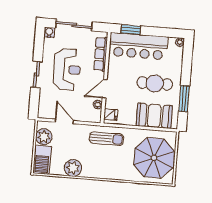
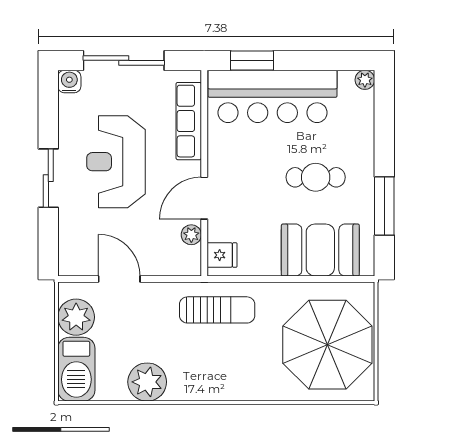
reception desk: (67, 69) -> (116, 162), turned 180
cafe table: (155, 83) -> (316, 177), width x0.73, depth x0.74

